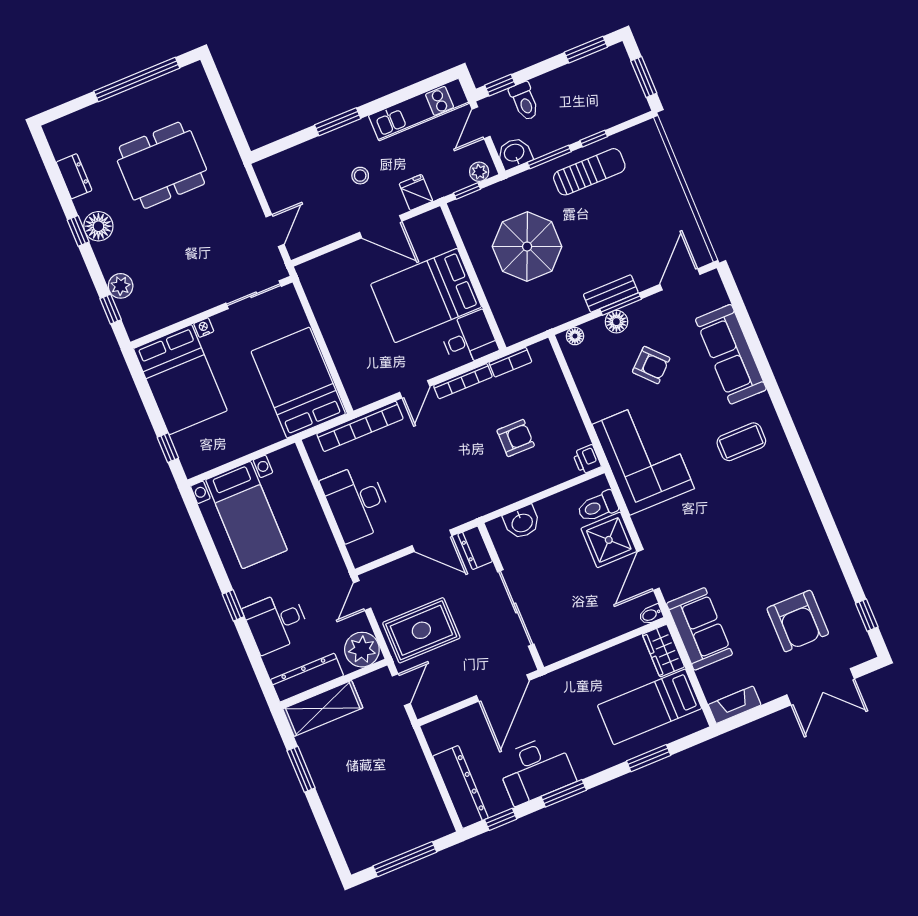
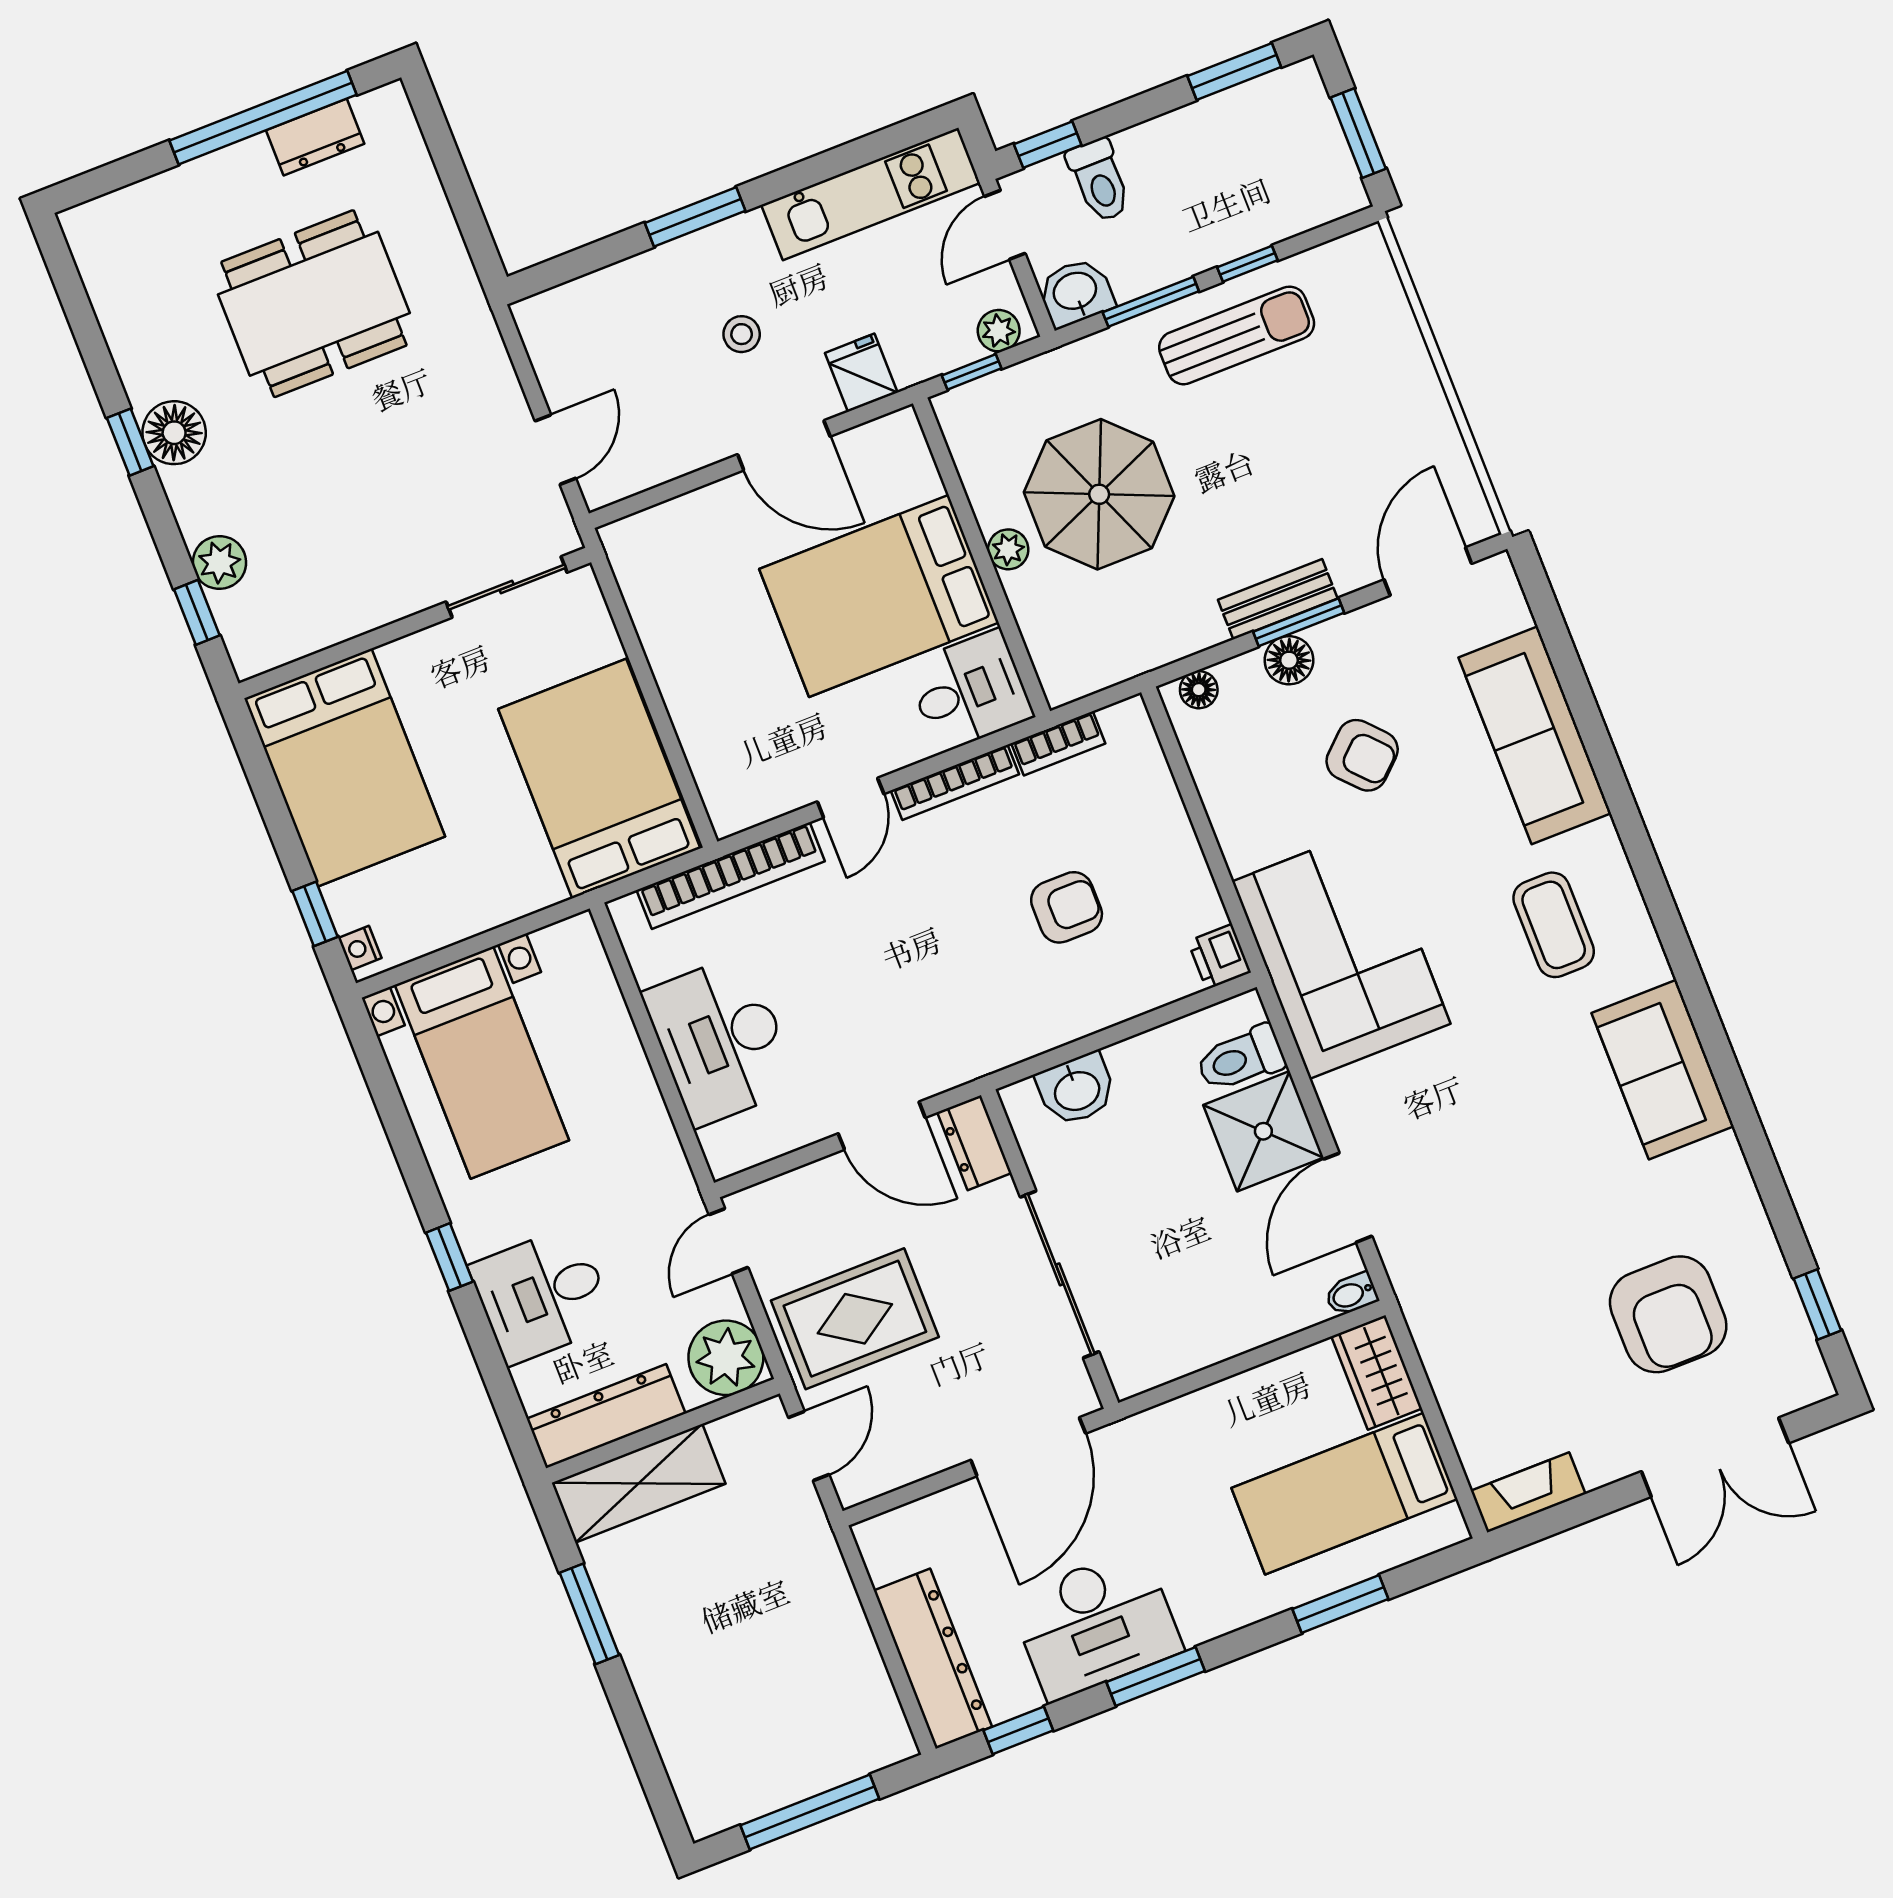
dresser: (74, 176) -> (315, 137), moved, turned 90
plant: (485, 273) -> (1008, 549), added
nightstand: (204, 328) -> (360, 948), moved, turned -90
coffee table: (741, 442) -> (1554, 925), turned 90
sofa: (699, 629) -> (1663, 1070), moved, turned 180

